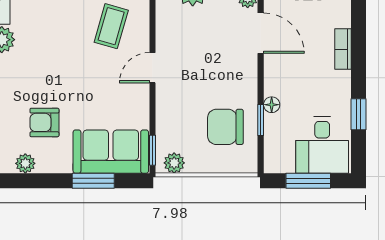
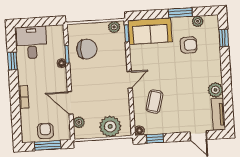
window: (93, 181) -> (180, 13), moved
window: (308, 181) -> (38, 22), removed

